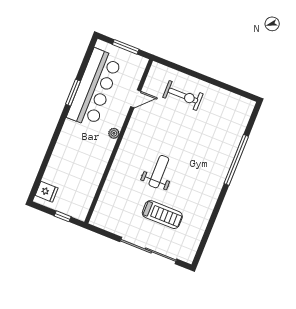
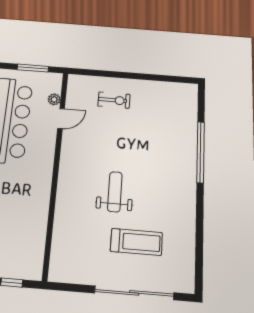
exercise bike: (183, 96) -> (114, 100), width x0.73, depth x0.72
plant: (114, 133) -> (54, 99), moved

